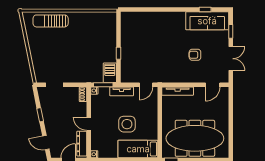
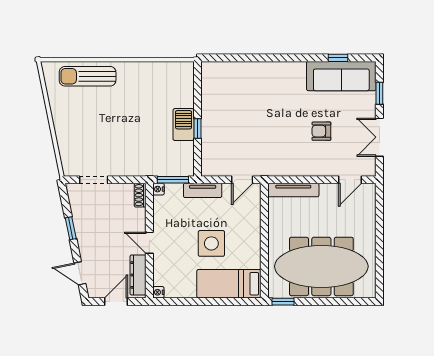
double door: (231, 59) -> (379, 137), swing flipped
barbecue: (110, 73) -> (184, 125), moved

